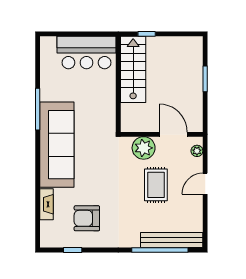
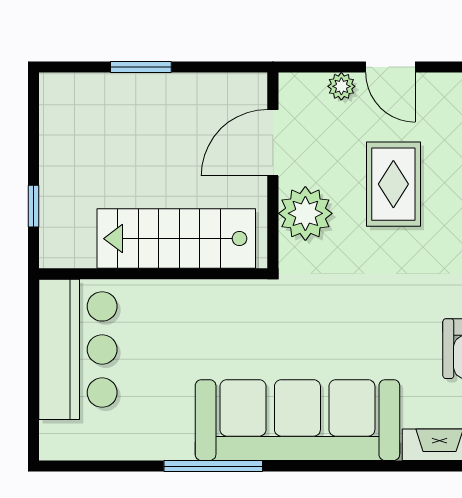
stairs: (133, 69) -> (176, 239), moved
plant: (197, 151) -> (341, 86), moved
rug: (156, 185) -> (393, 184), turned 90

